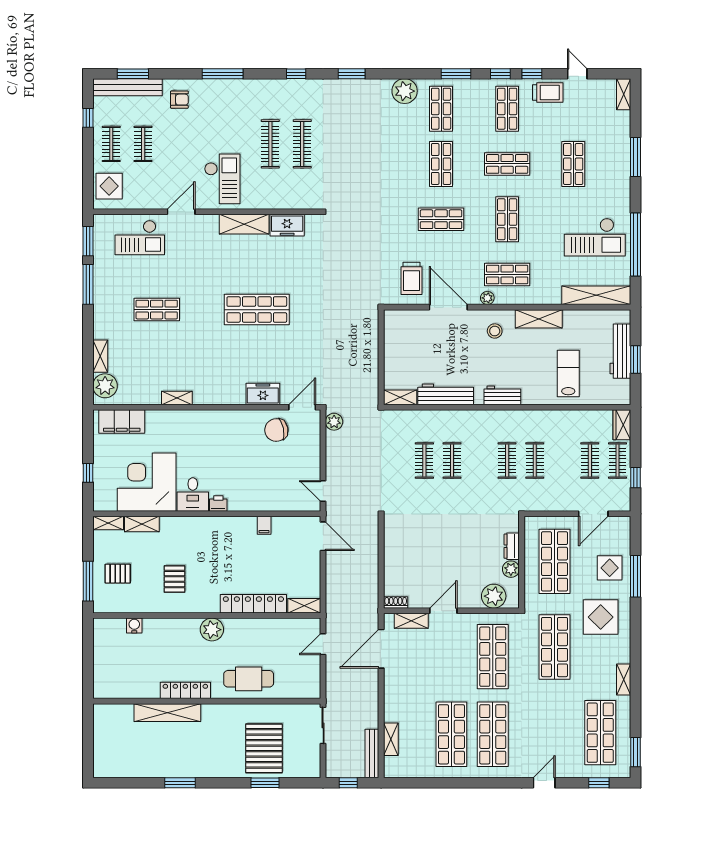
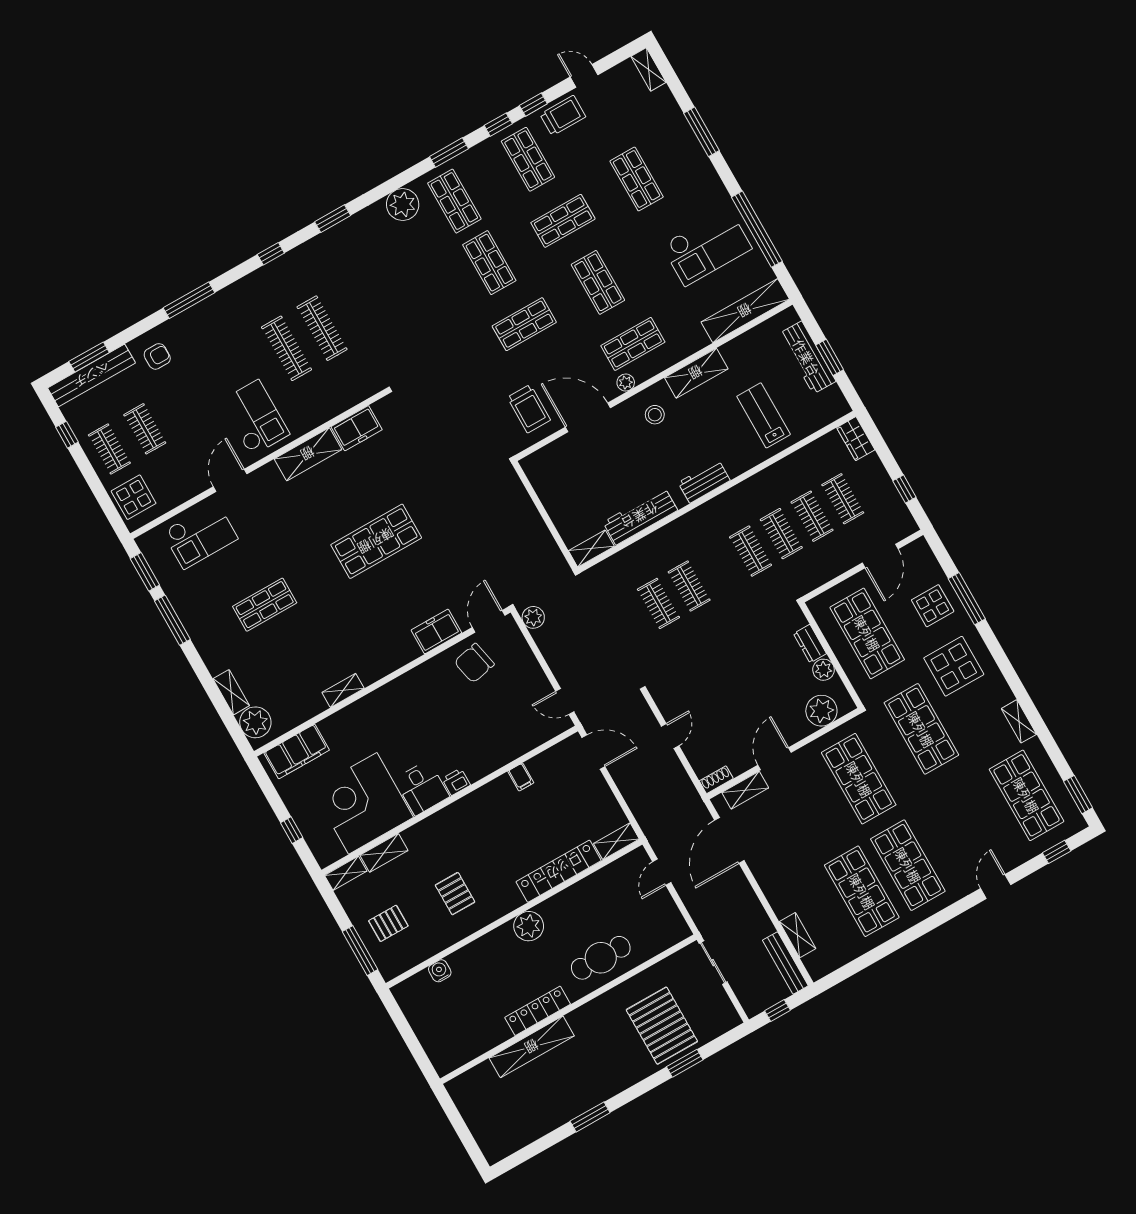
clothes rail: (617, 461) -> (812, 516), moved
door: (381, 555) -> (670, 736), added

